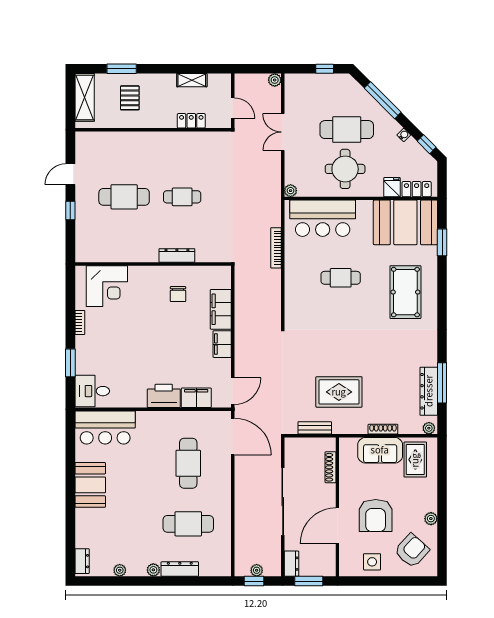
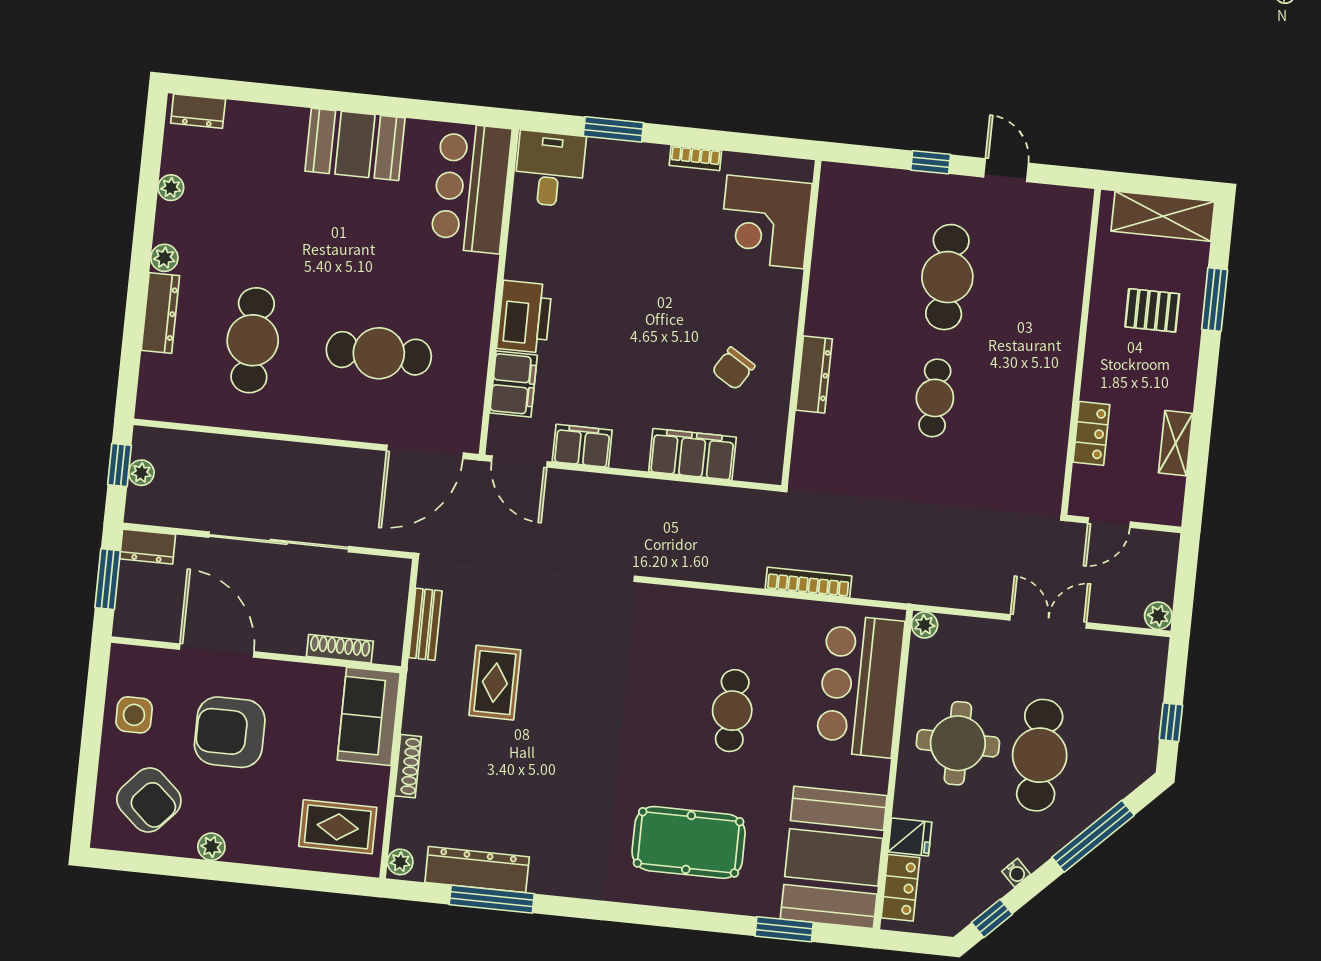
chair: (178, 294) -> (733, 368), turned -58
filing cabinet: (222, 344) -> (582, 446), moved
rug: (339, 392) -> (495, 683), width x0.73, depth x0.70
sofa: (380, 450) -> (369, 716), moved

